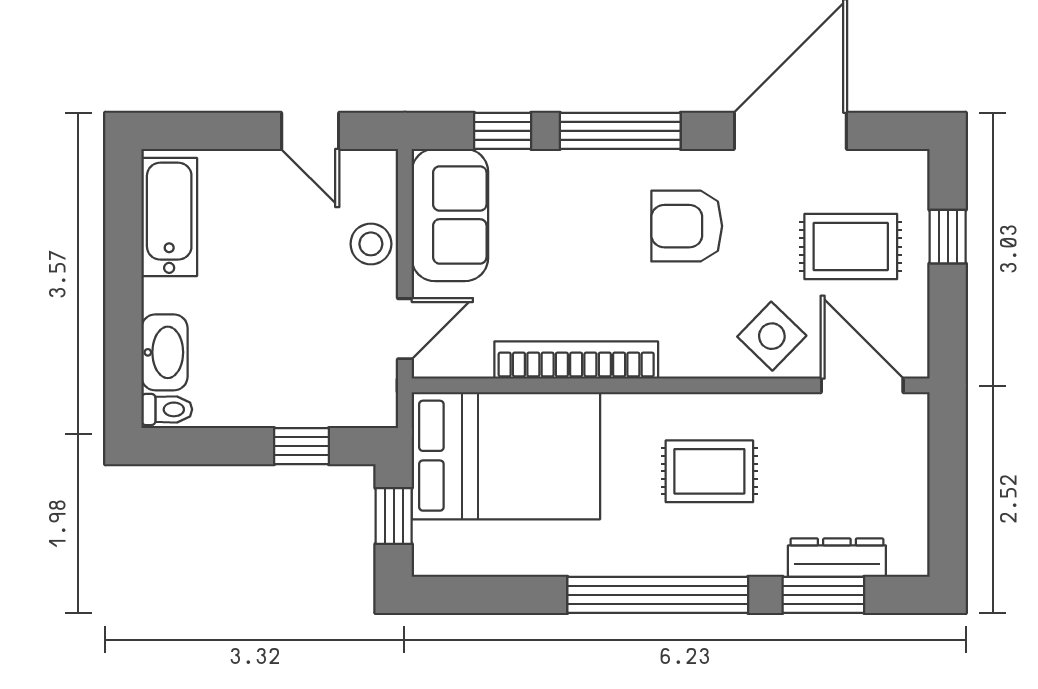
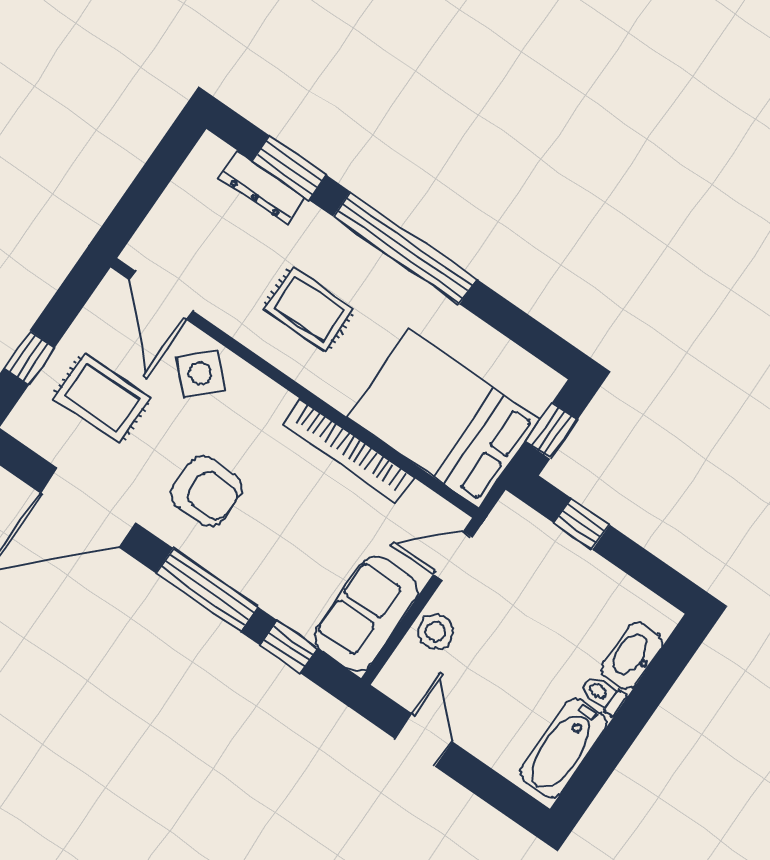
toilet: (167, 409) -> (603, 694), moved

